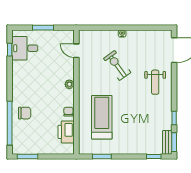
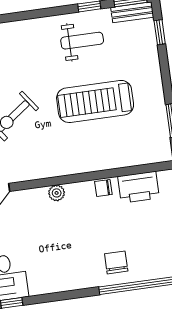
weight bench: (155, 82) -> (82, 41), moved
treadmill: (102, 117) -> (95, 101), moved

